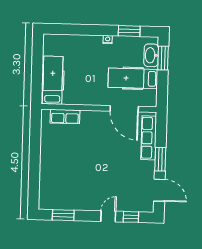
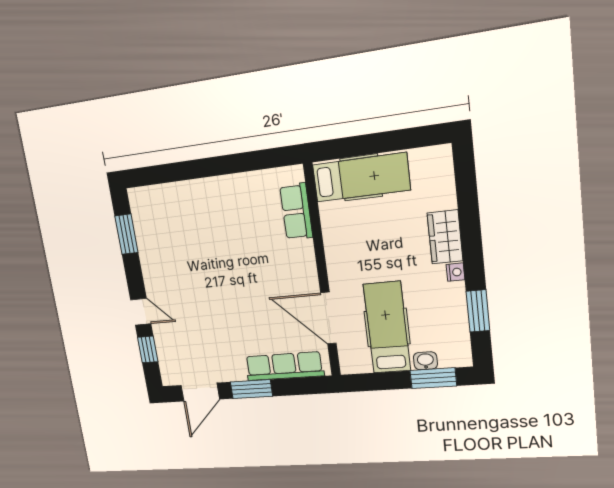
wardrobe: (89, 43) -> (445, 237), added
washbasin: (151, 55) -> (425, 361), width x0.52, depth x0.69
door: (124, 109) -> (328, 318), hinge flipped

